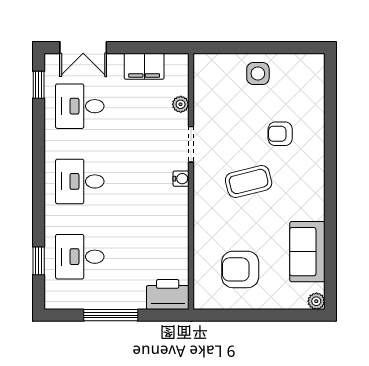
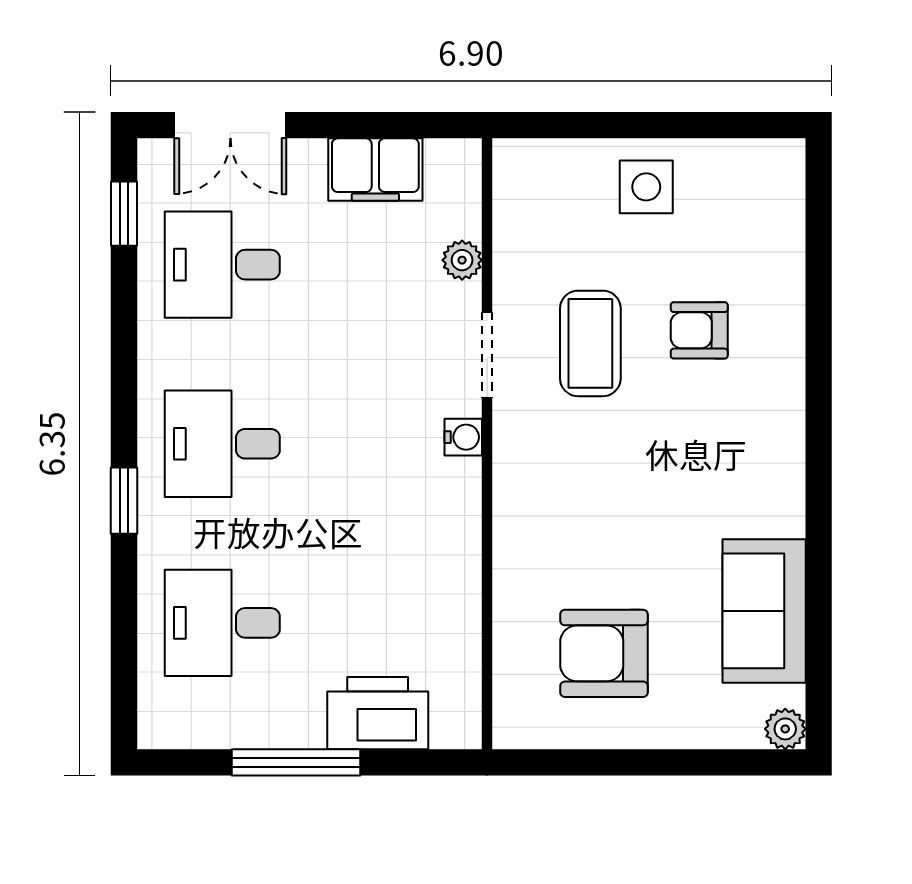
coffee table: (249, 181) -> (590, 343), moved, turned -76
window: (39, 261) -> (124, 501), moved
printer: (168, 295) -> (378, 713), moved

